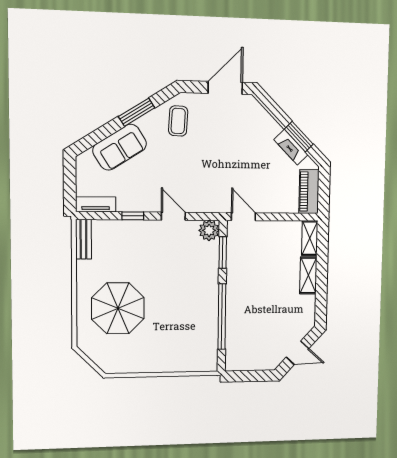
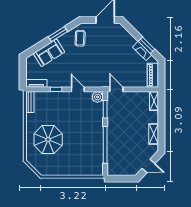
shelving: (308, 275) -> (154, 134), moved

